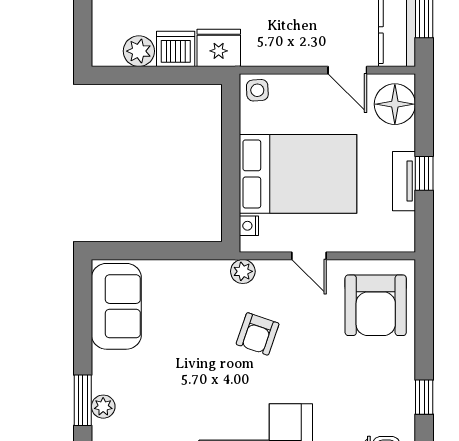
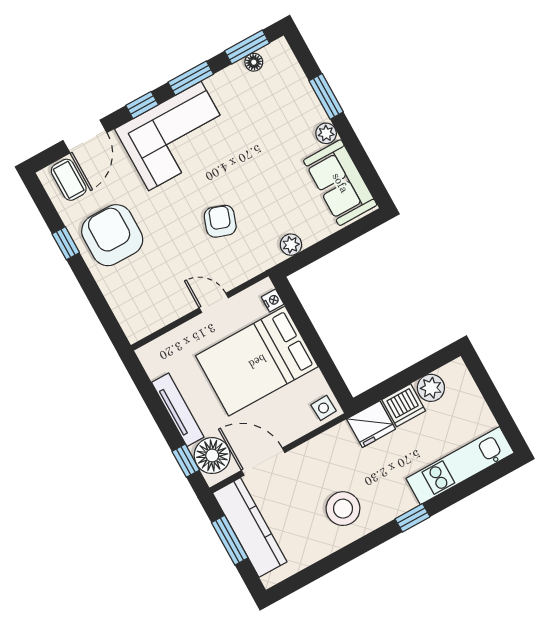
door: (347, 70) -> (263, 462), width x1.38
window: (424, 173) -> (186, 461), moved
tv unit: (404, 181) -> (178, 410), width x1.41
plant: (243, 271) -> (291, 245), moved
armchair: (376, 305) -> (112, 235), moved
plant: (103, 407) -> (326, 133), moved

